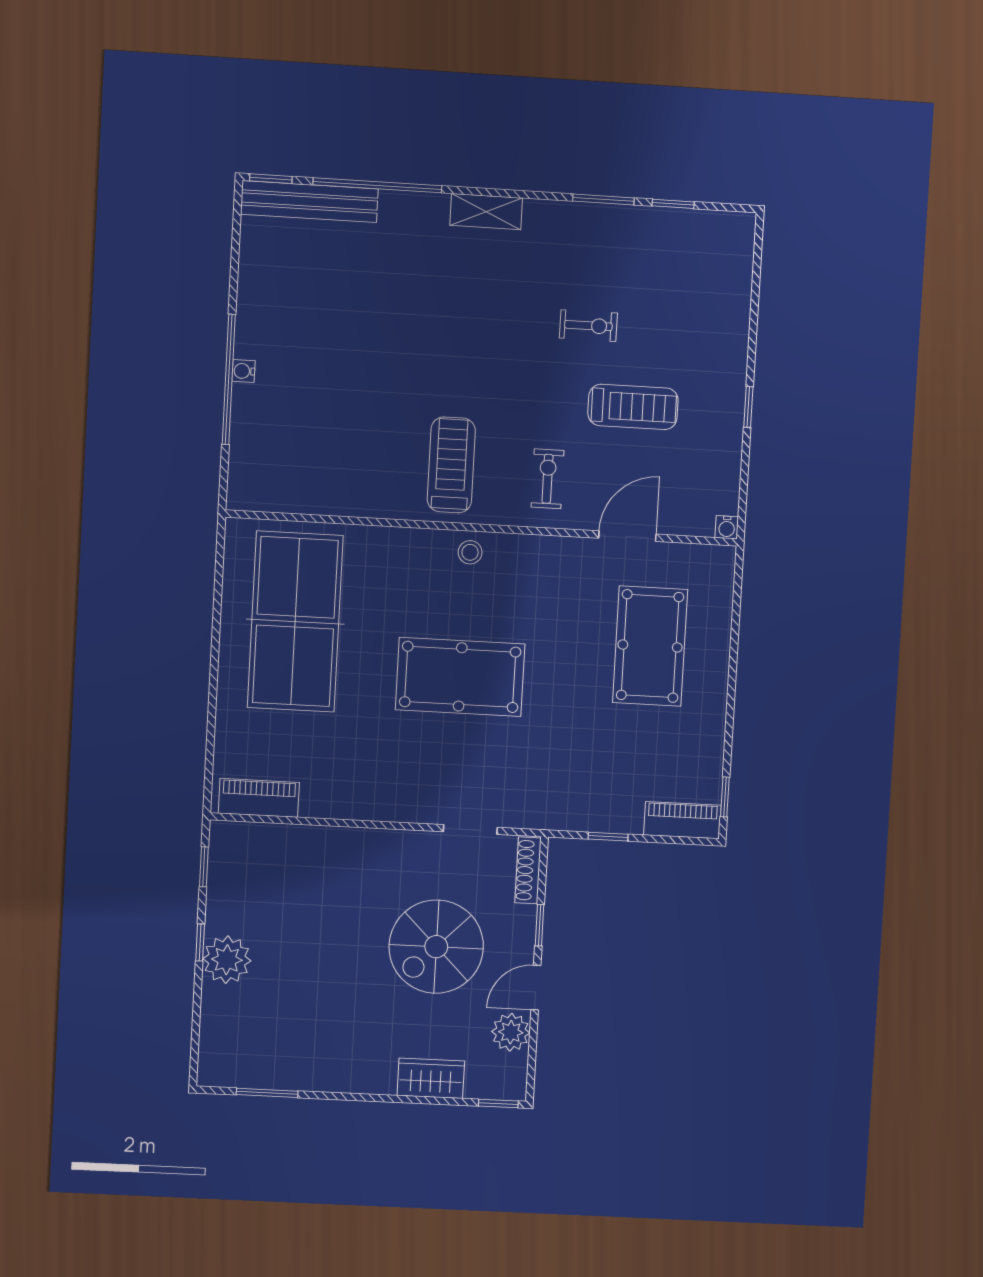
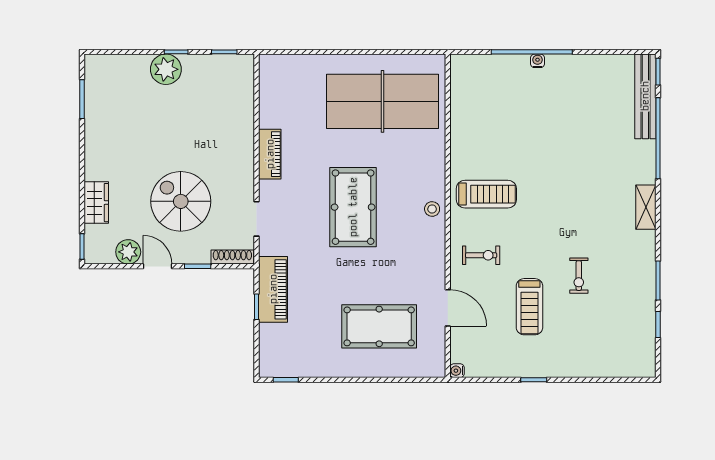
piano: (259, 798) -> (270, 154), moved
piano: (682, 820) -> (273, 289), moved, width x1.37, depth x1.33

